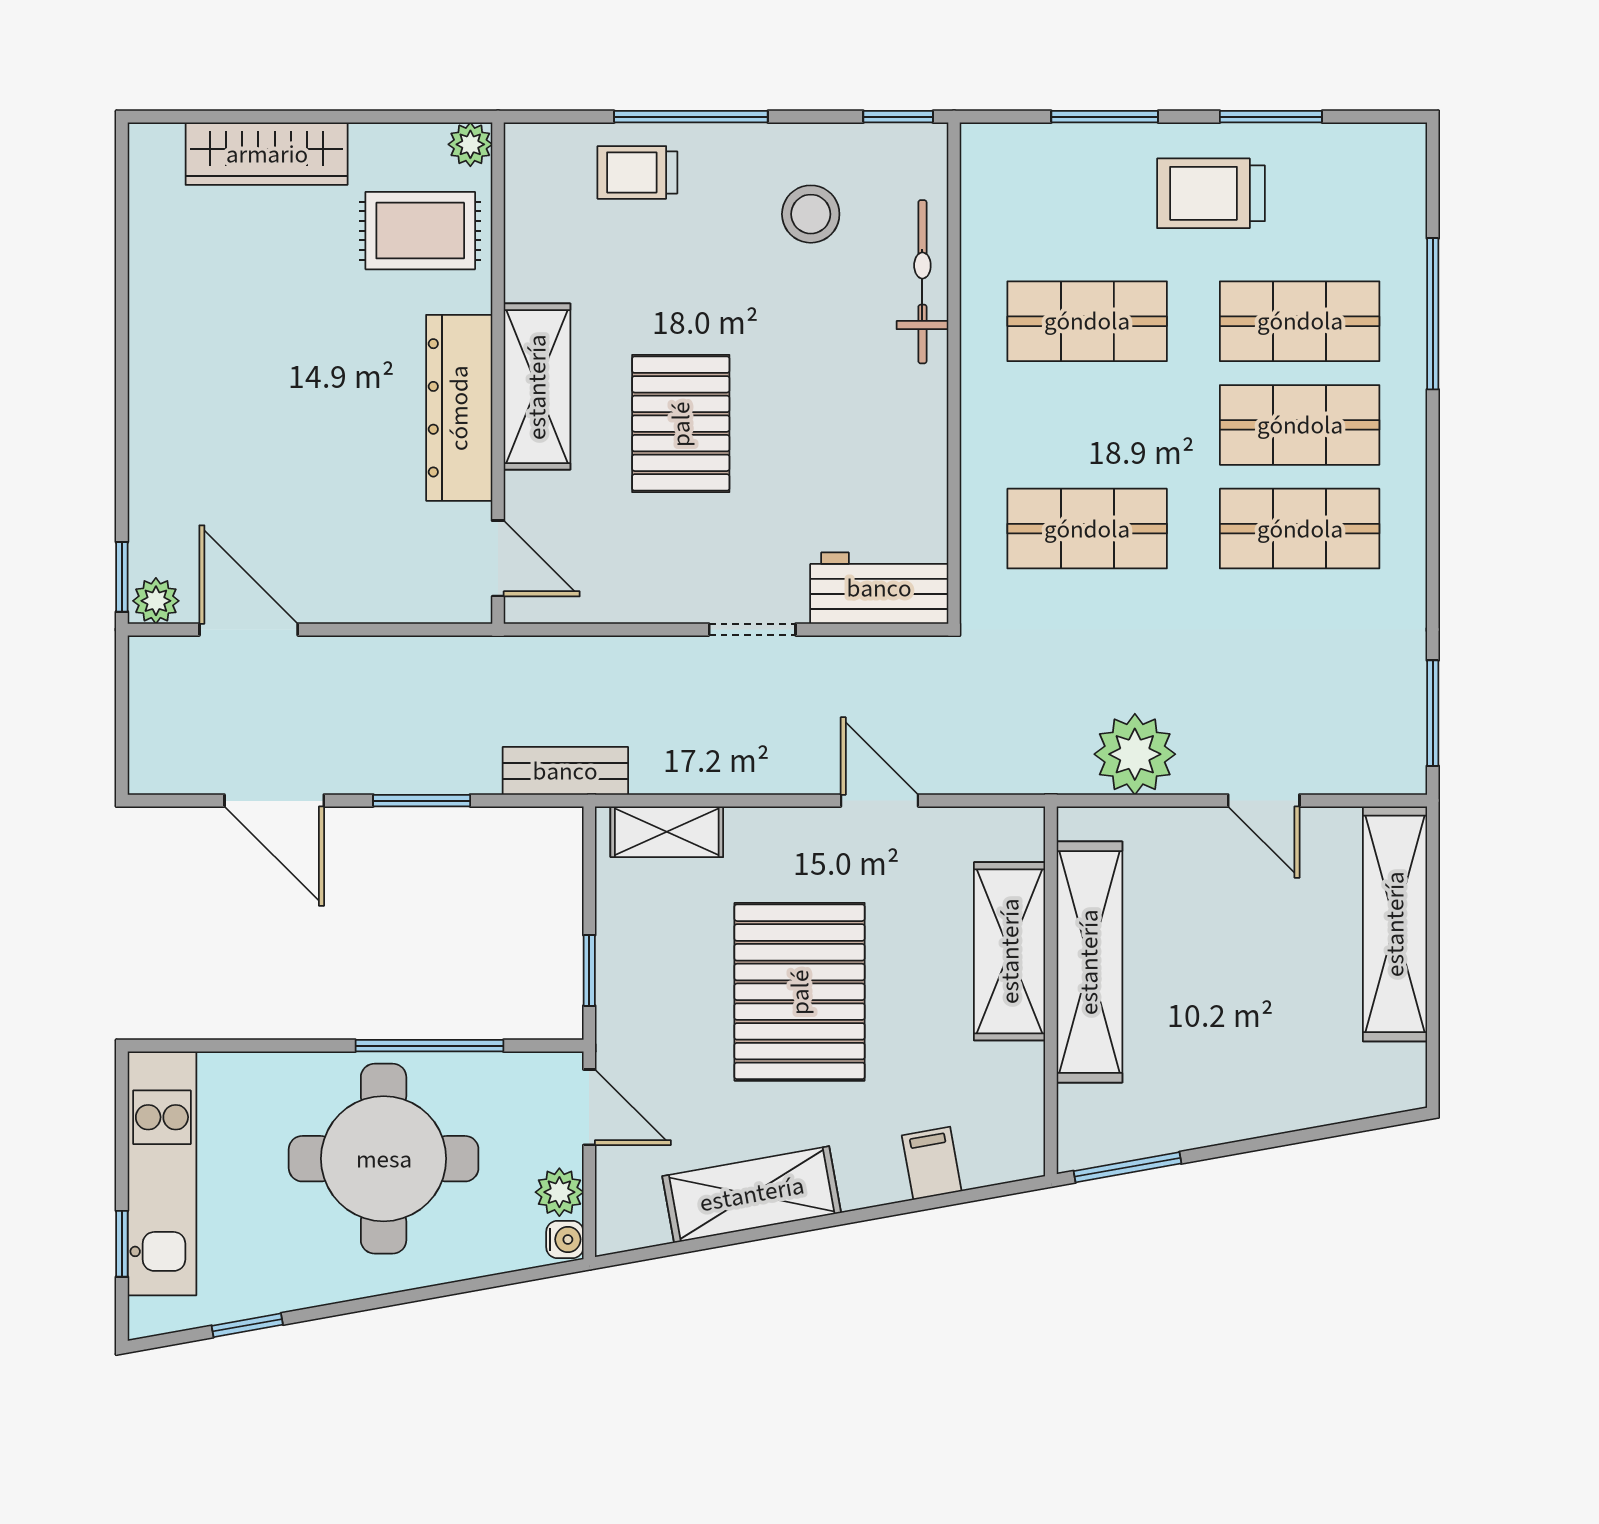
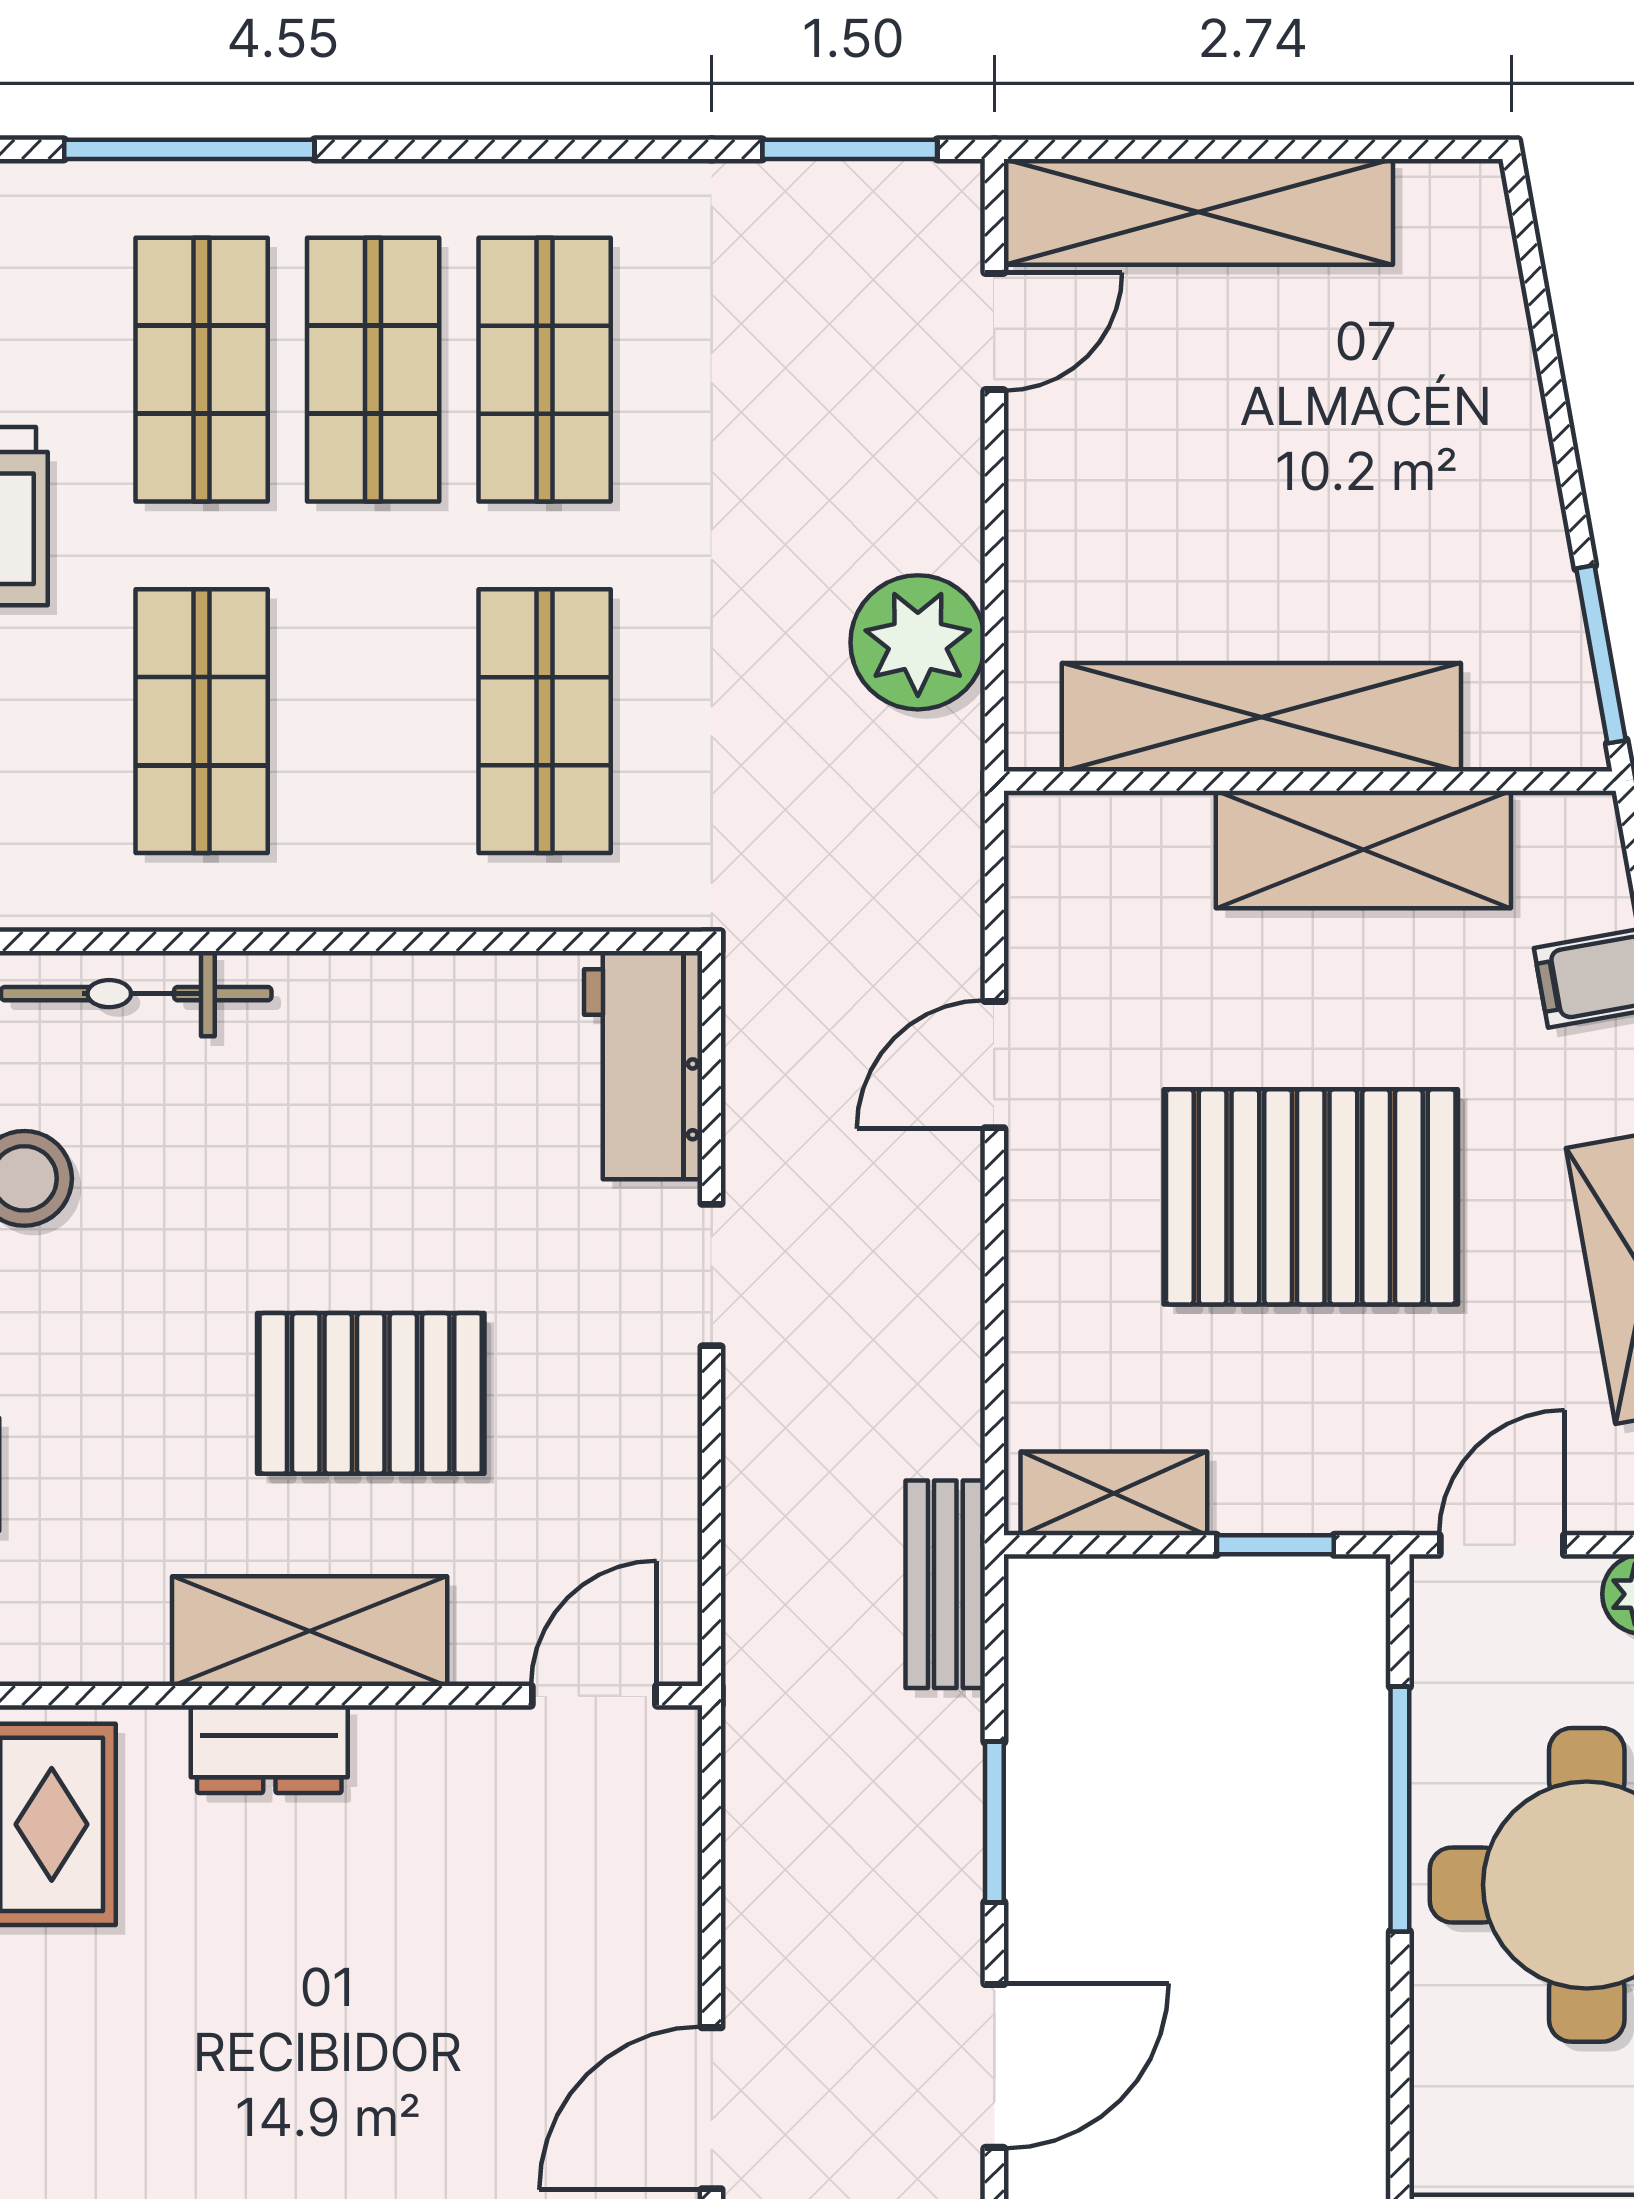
dresser: (459, 408) -> (269, 1749), width x0.51, depth x0.80
door: (1264, 801) -> (994, 331), moved
shelving: (667, 832) -> (1114, 1493), moved, turned 90
shelving: (1010, 951) -> (1363, 850), moved

